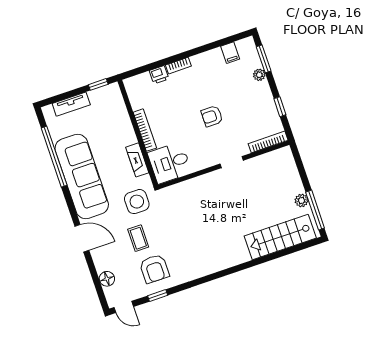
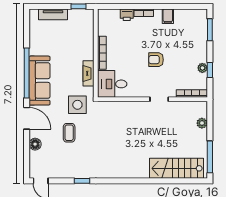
filing cabinet: (230, 53) -> (168, 16), moved
plant: (259, 75) -> (202, 68), moved
window: (54, 157) -> (27, 73), moved
sofa: (82, 176) -> (40, 81), width x0.74, depth x0.79
plant: (301, 200) -> (202, 123), moved
armchair: (154, 269) -> (73, 160), removed
floor lamp: (107, 279) -> (35, 144), moved
window: (158, 295) -> (82, 181), moved

